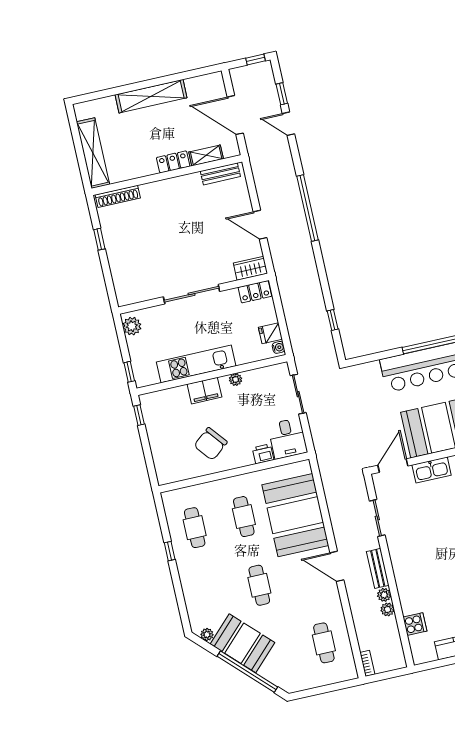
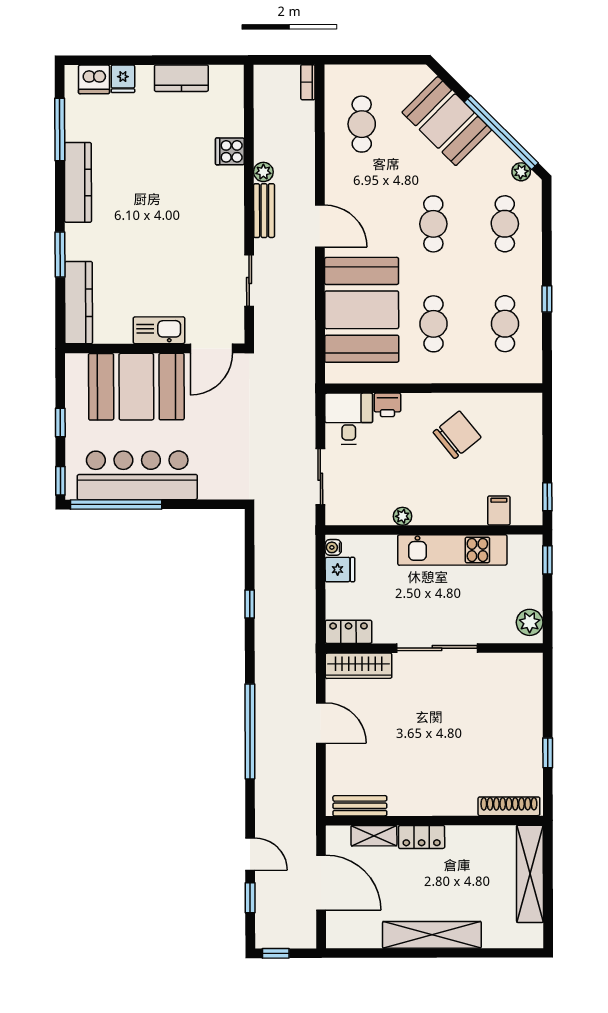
wardrobe: (250, 268) -> (358, 666), width x1.50
window: (333, 320) -> (250, 604), moved
filing cabinet: (204, 391) -> (499, 510), moved, width x0.50
cafe table: (210, 596) -> (505, 224), added
plant: (388, 609) -> (263, 151), removed
cooker: (415, 624) -> (230, 151), moved
booth: (242, 643) -> (447, 121), moved
window: (247, 672) -> (501, 132), moved

